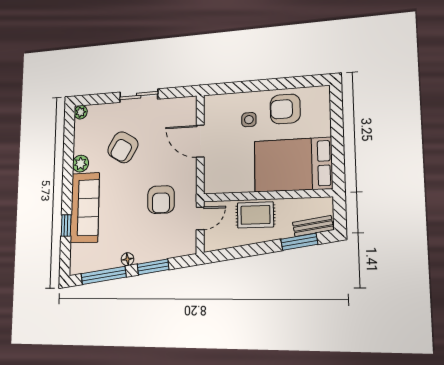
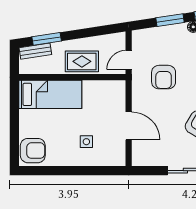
armchair: (285, 109) -> (33, 151), moved
bed: (293, 165) -> (50, 94), width x0.67
armchair: (161, 200) -> (164, 77), turned 180

